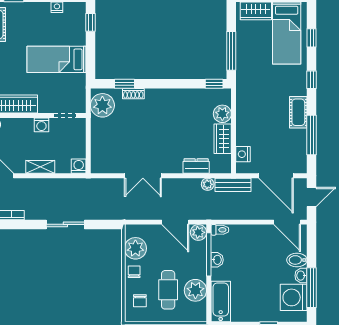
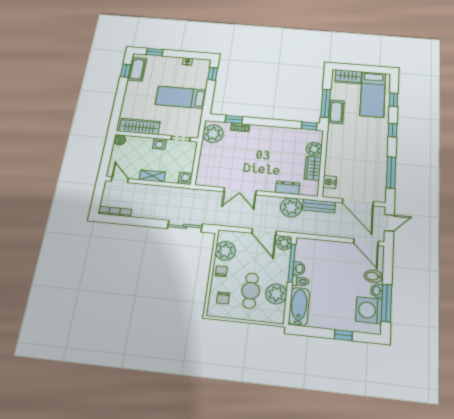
cot: (298, 112) -> (336, 112), moved
plant: (208, 184) -> (291, 207), width x1.87, depth x1.87
sliding door: (65, 224) -> (185, 226), moved
toilet: (220, 230) -> (301, 281), moved

